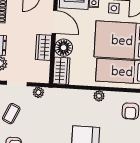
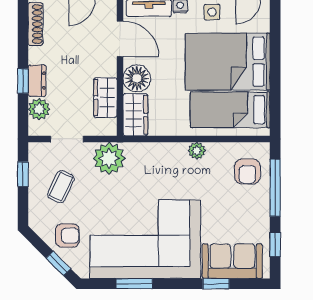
wardrobe: (44, 47) -> (105, 98), moved
plant: (38, 92) -> (109, 158), width x1.87, depth x1.87

